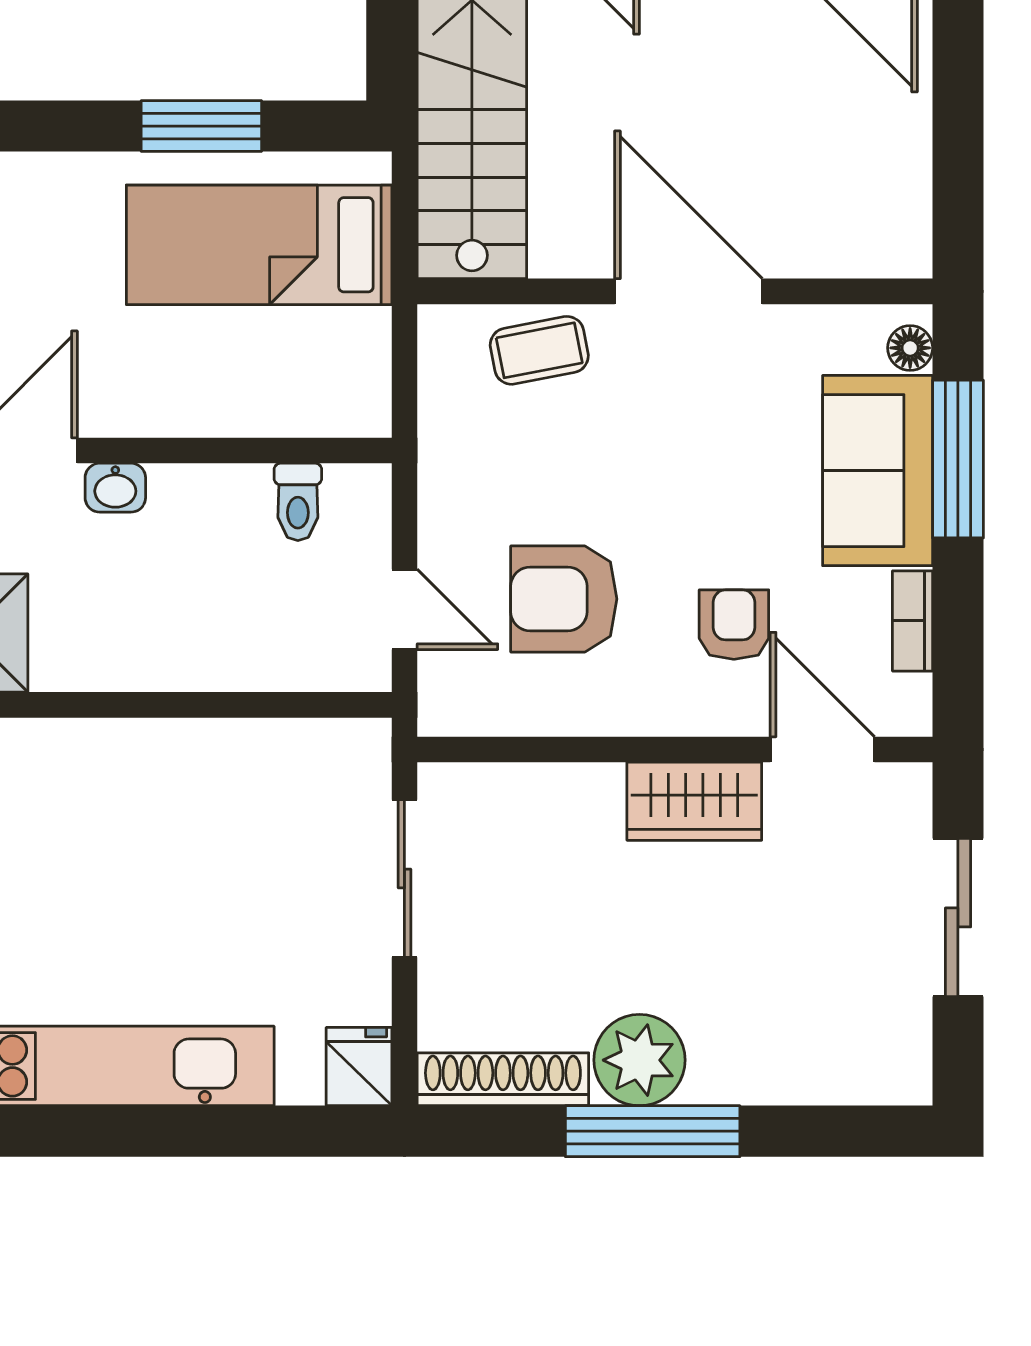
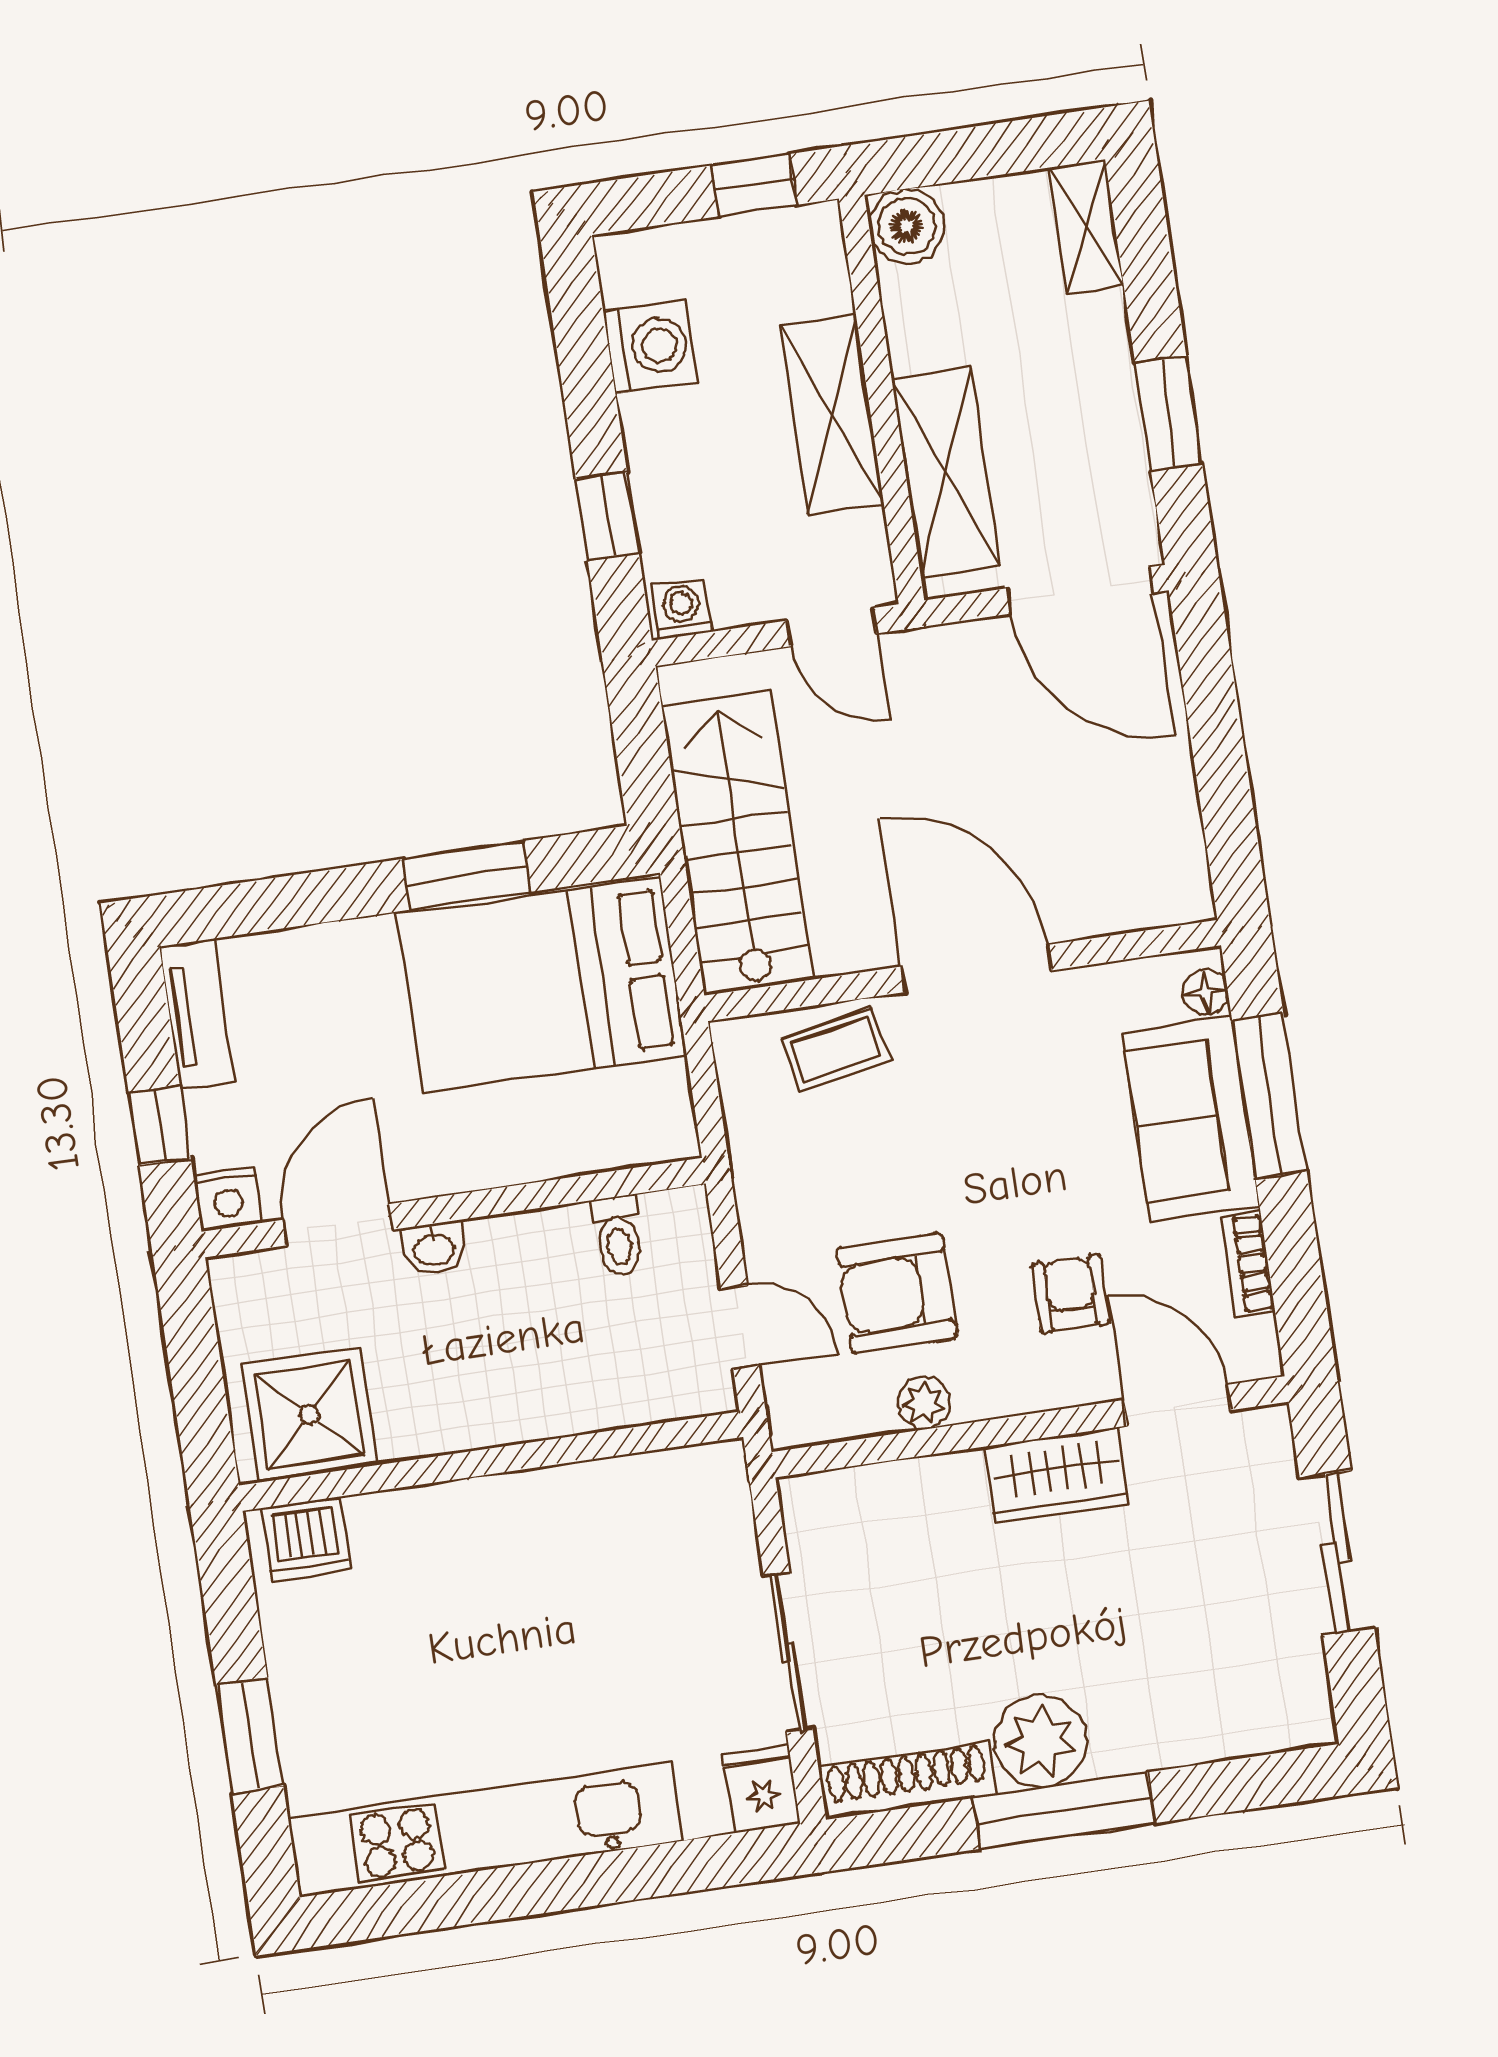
bed: (259, 245) -> (541, 985), width x1.50
plant: (574, 711) -> (924, 1403), added
sliding door: (404, 879) -> (788, 1652), moved

